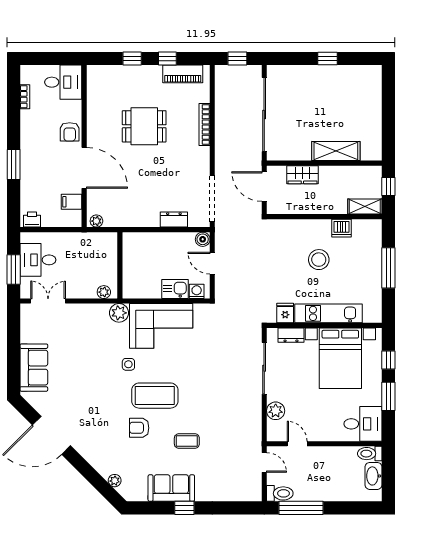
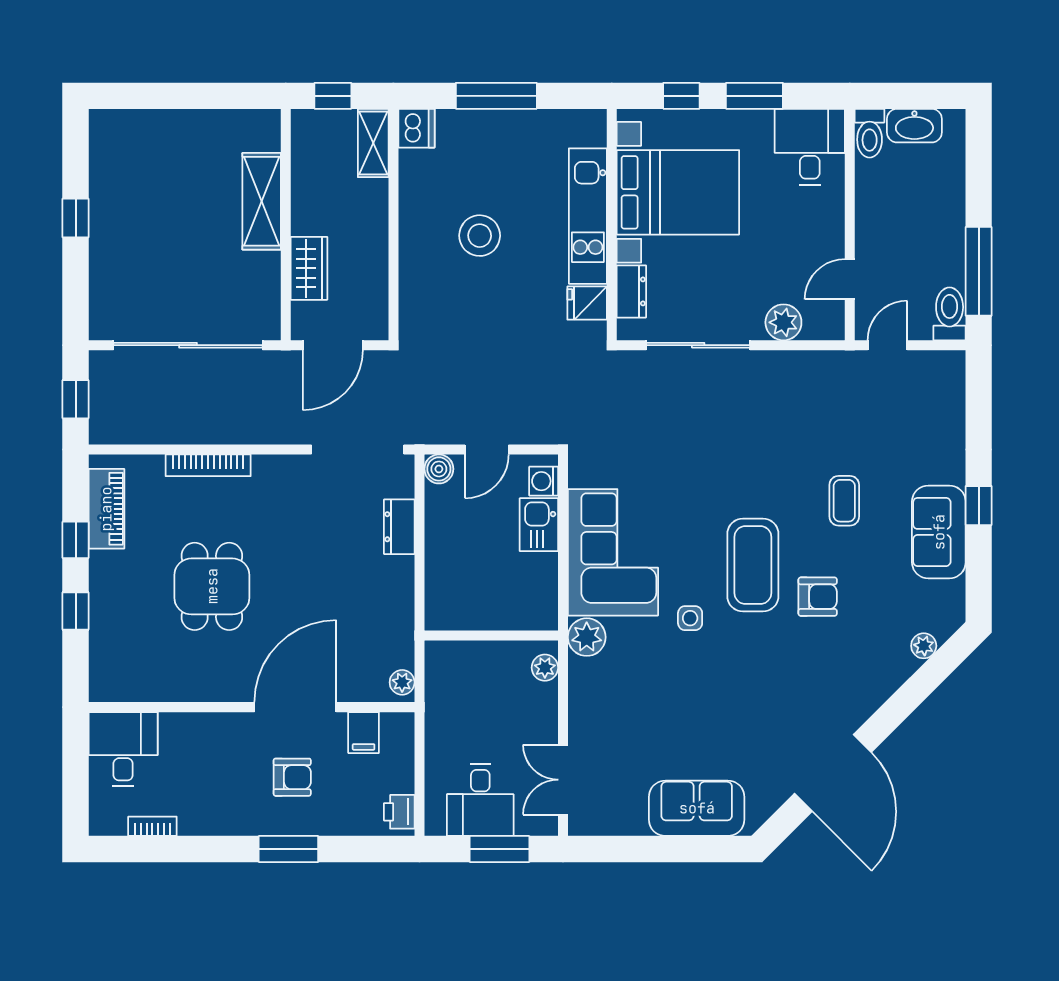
armchair: (70, 132) -> (292, 777), moved
dishwasher: (341, 228) -> (416, 128), moved
armchair: (139, 428) -> (818, 597), turned -90

